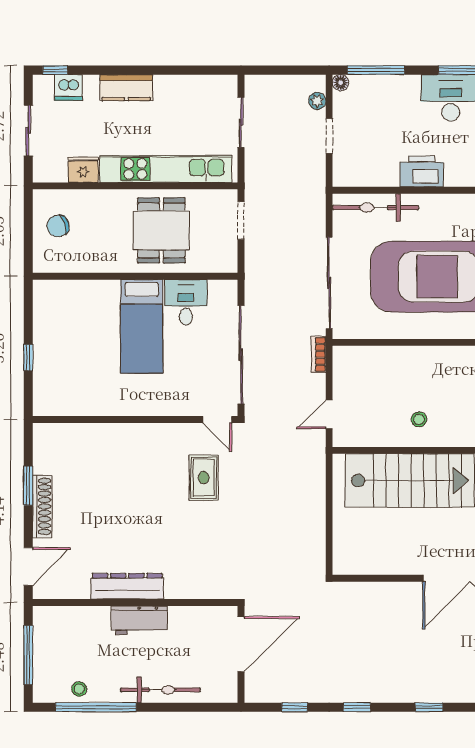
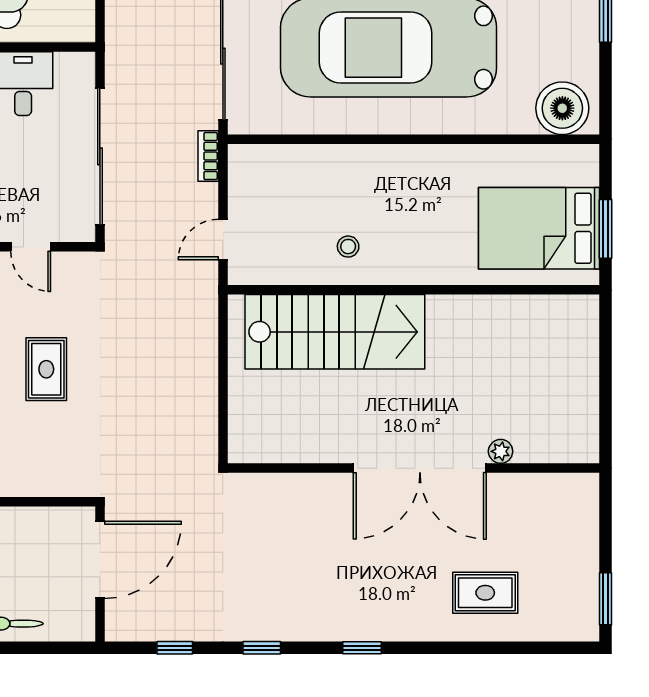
door: (217, 419) -> (31, 247), moved
rug: (204, 478) -> (46, 369), moved

